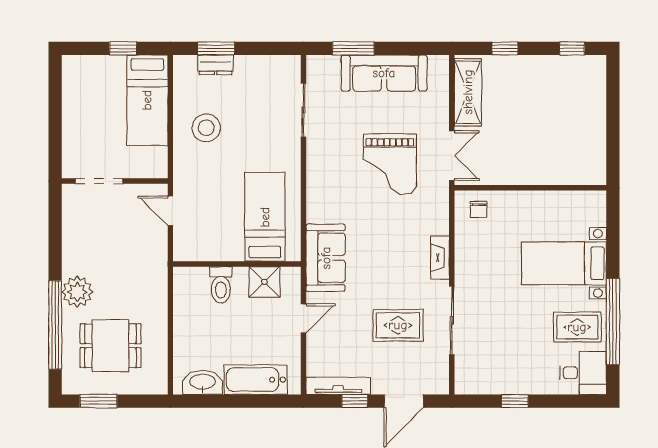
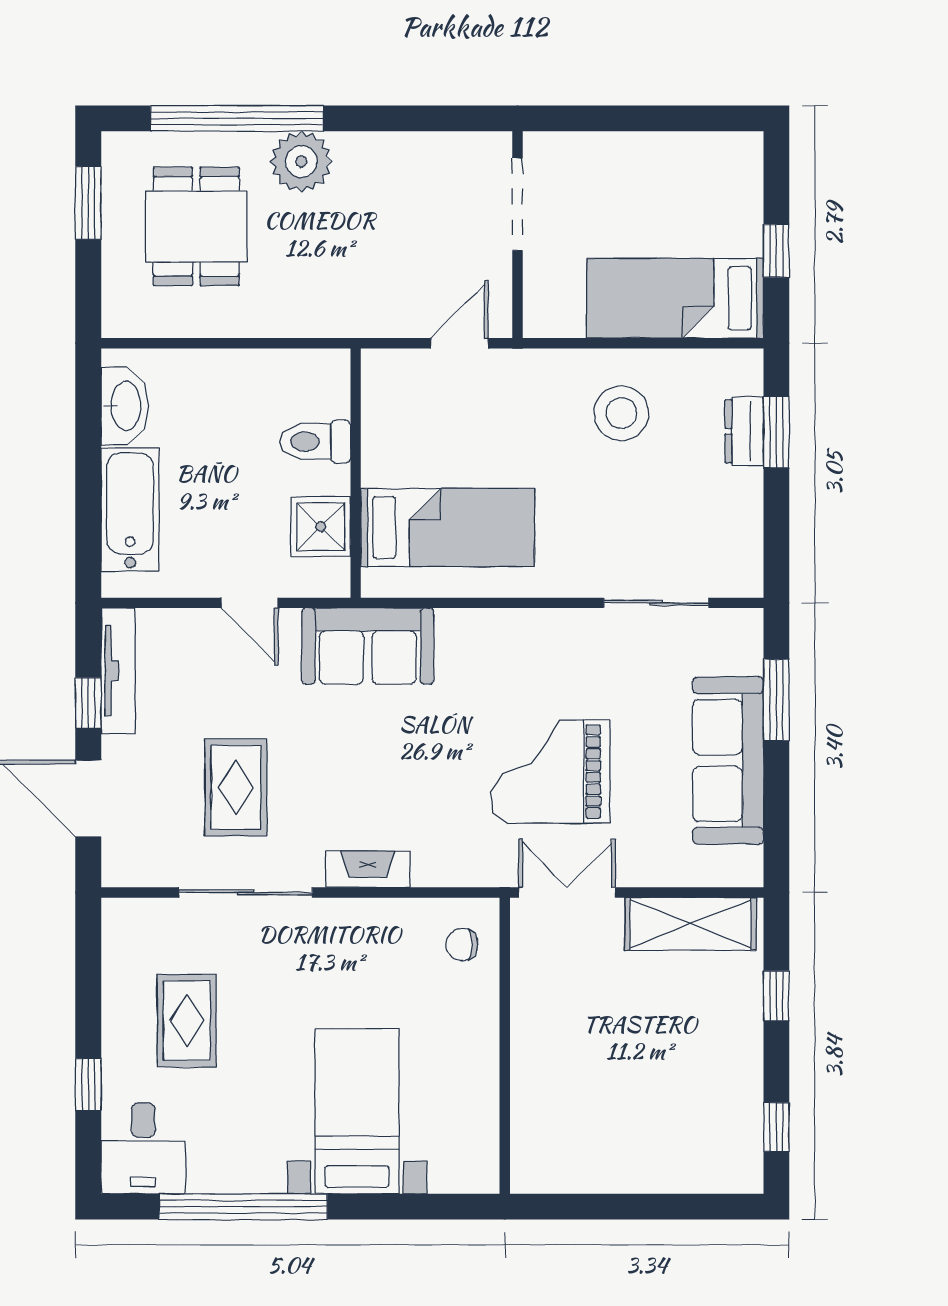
double door: (452, 156) -> (567, 892), swing flipped
rug: (577, 327) -> (187, 1021), moved
window: (515, 401) -> (88, 1084), moved

